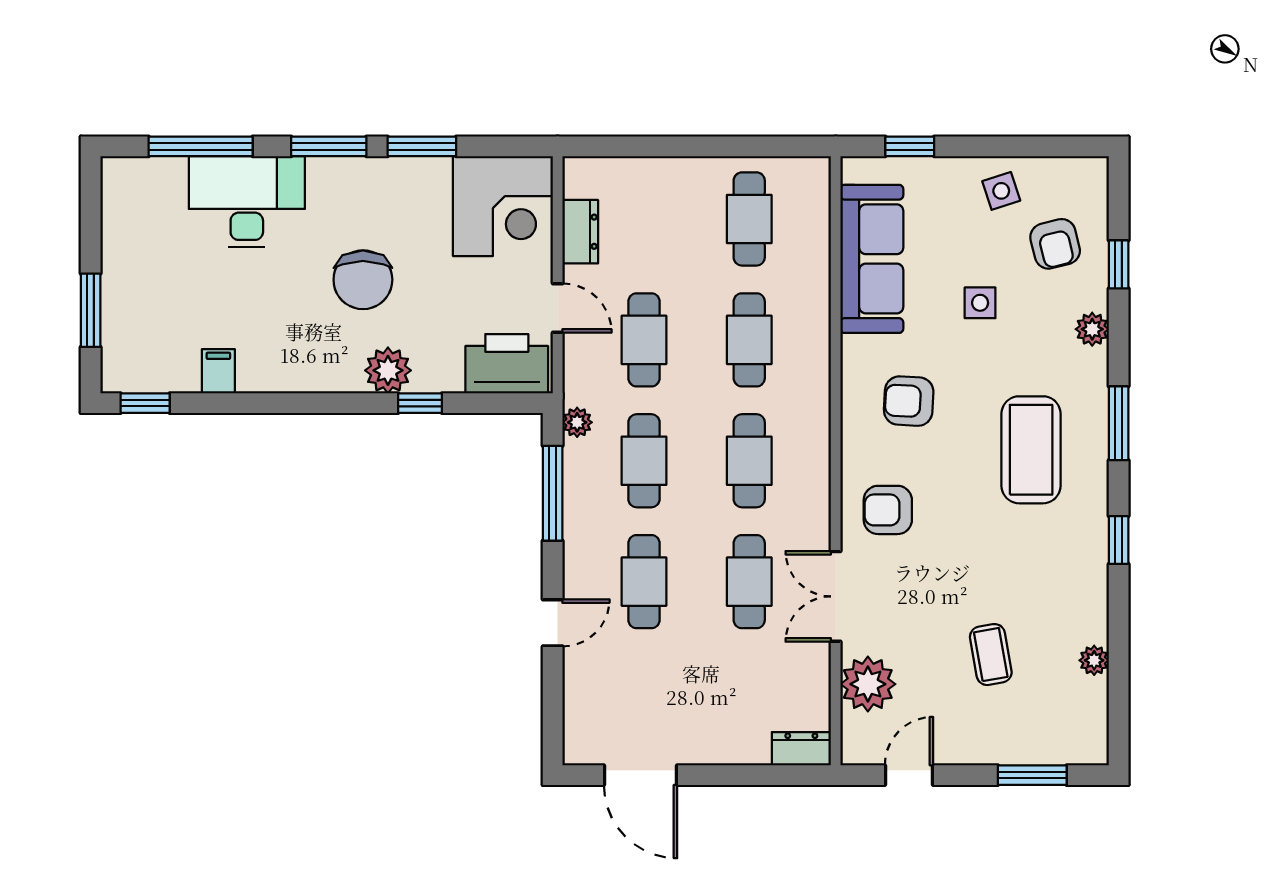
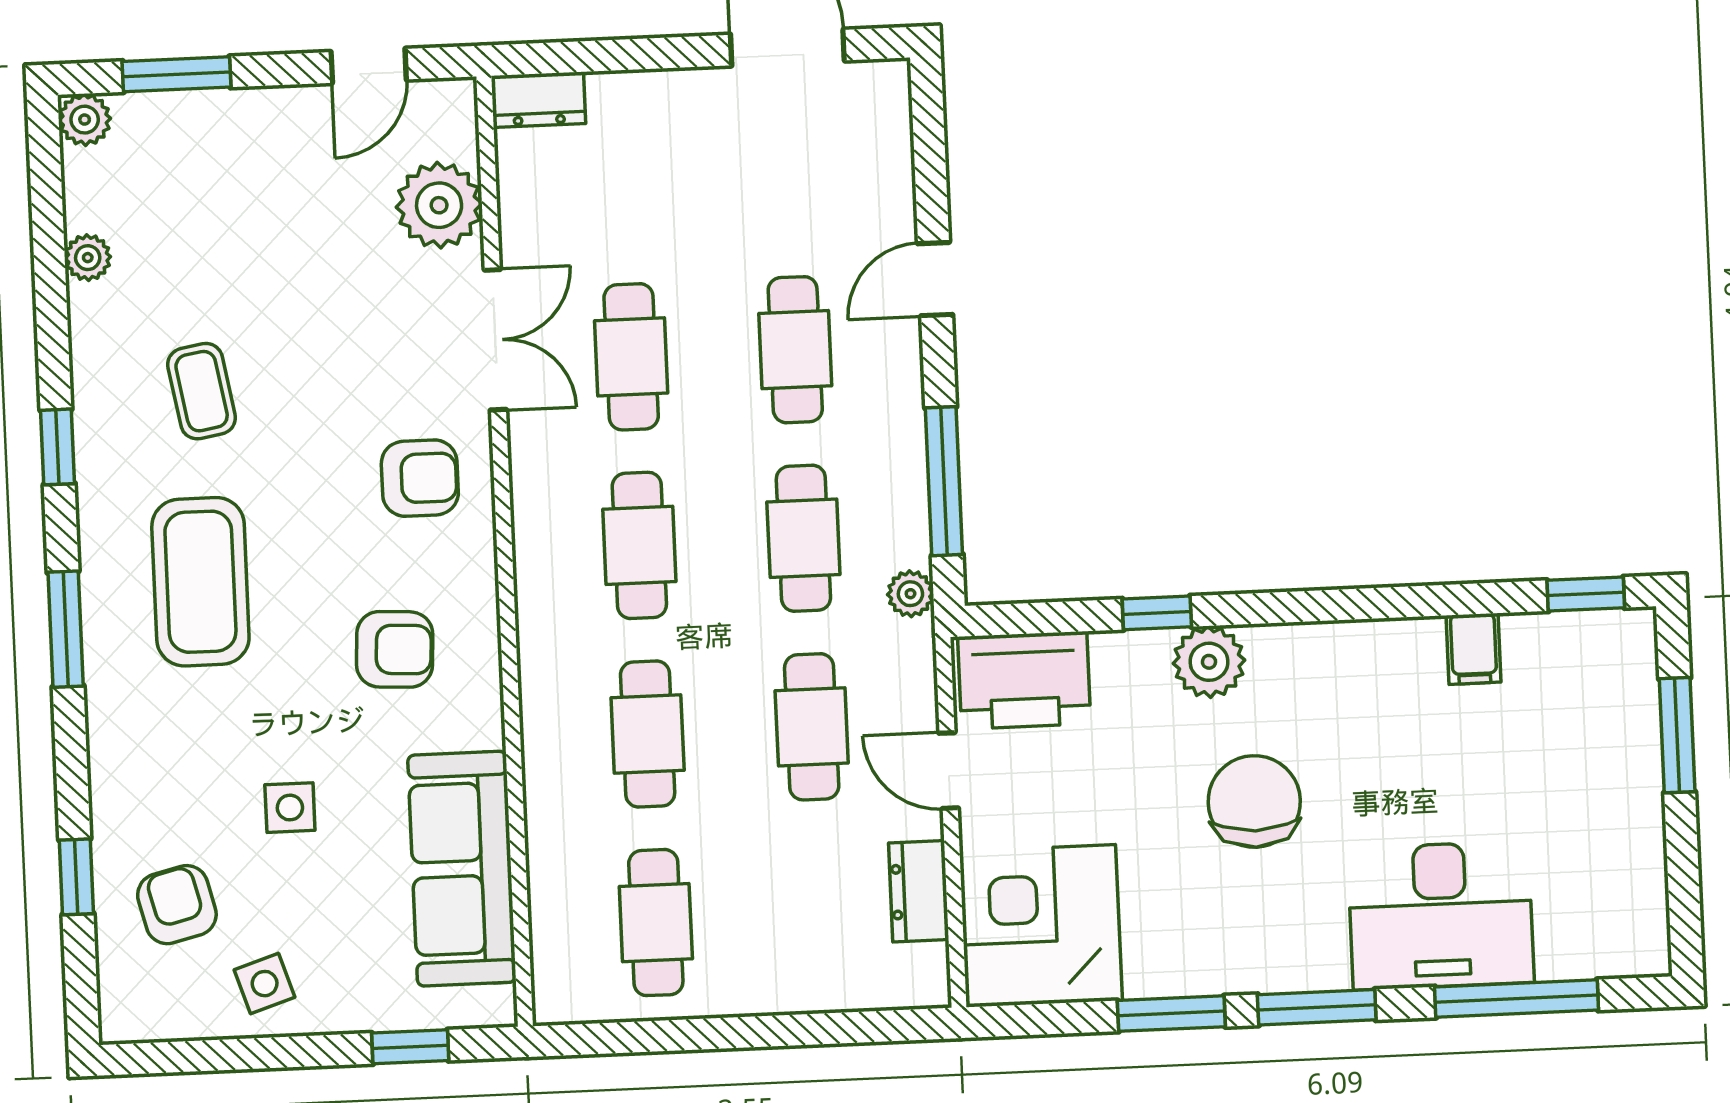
plant: (1092, 329) -> (85, 120), moved
coffee table: (991, 655) -> (202, 391), moved

